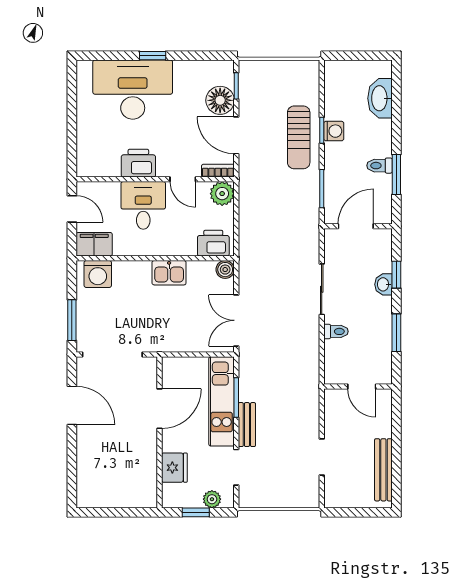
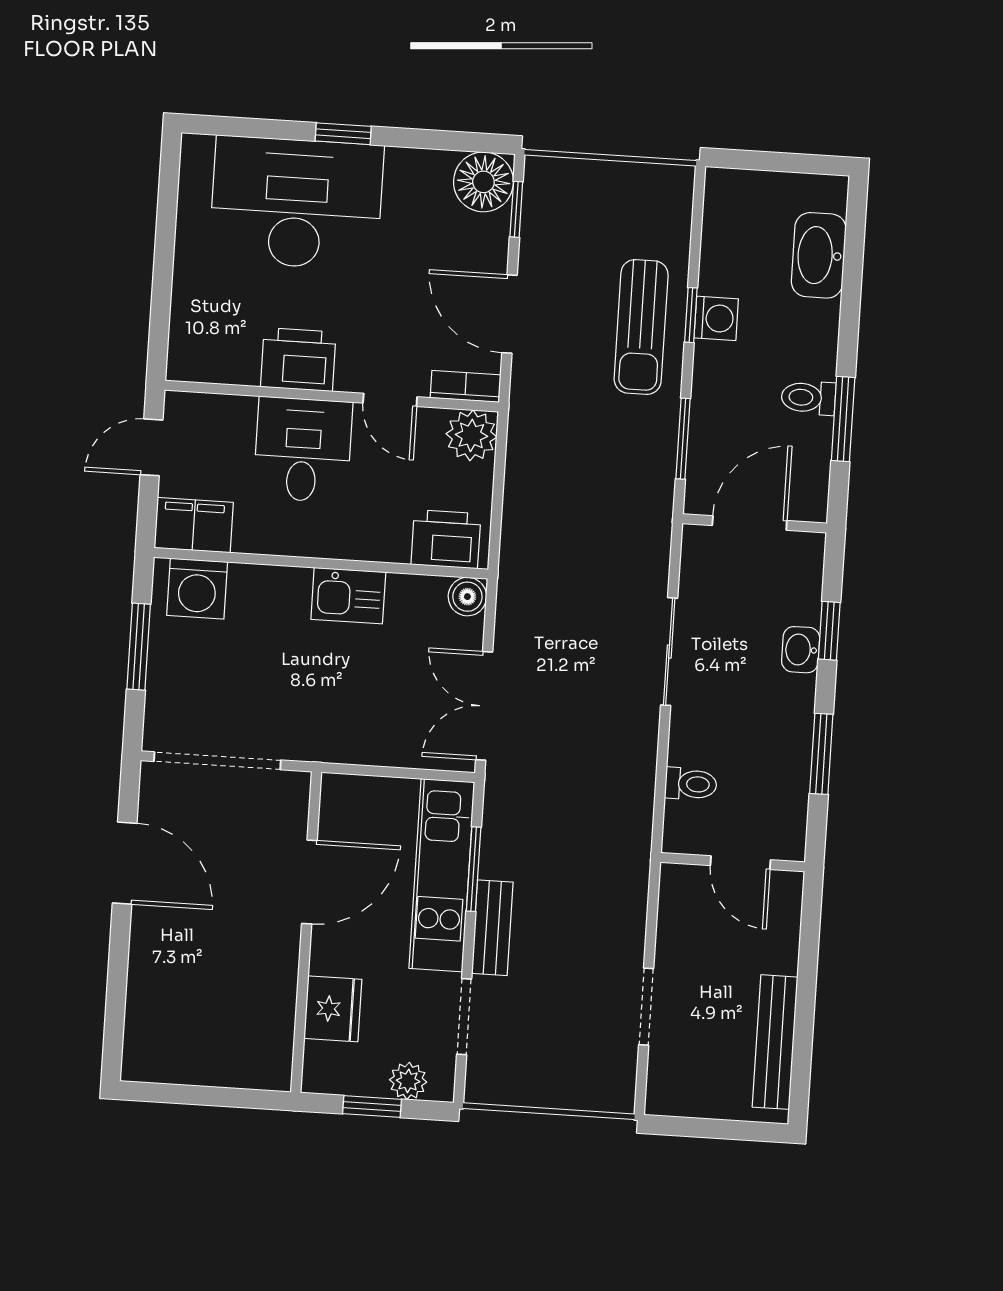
floor lamp: (220, 100) -> (483, 182), moved
door: (72, 209) -> (152, 447), swing flipped
window: (72, 320) -> (139, 647), moved
toilet: (336, 331) -> (691, 784), moved

